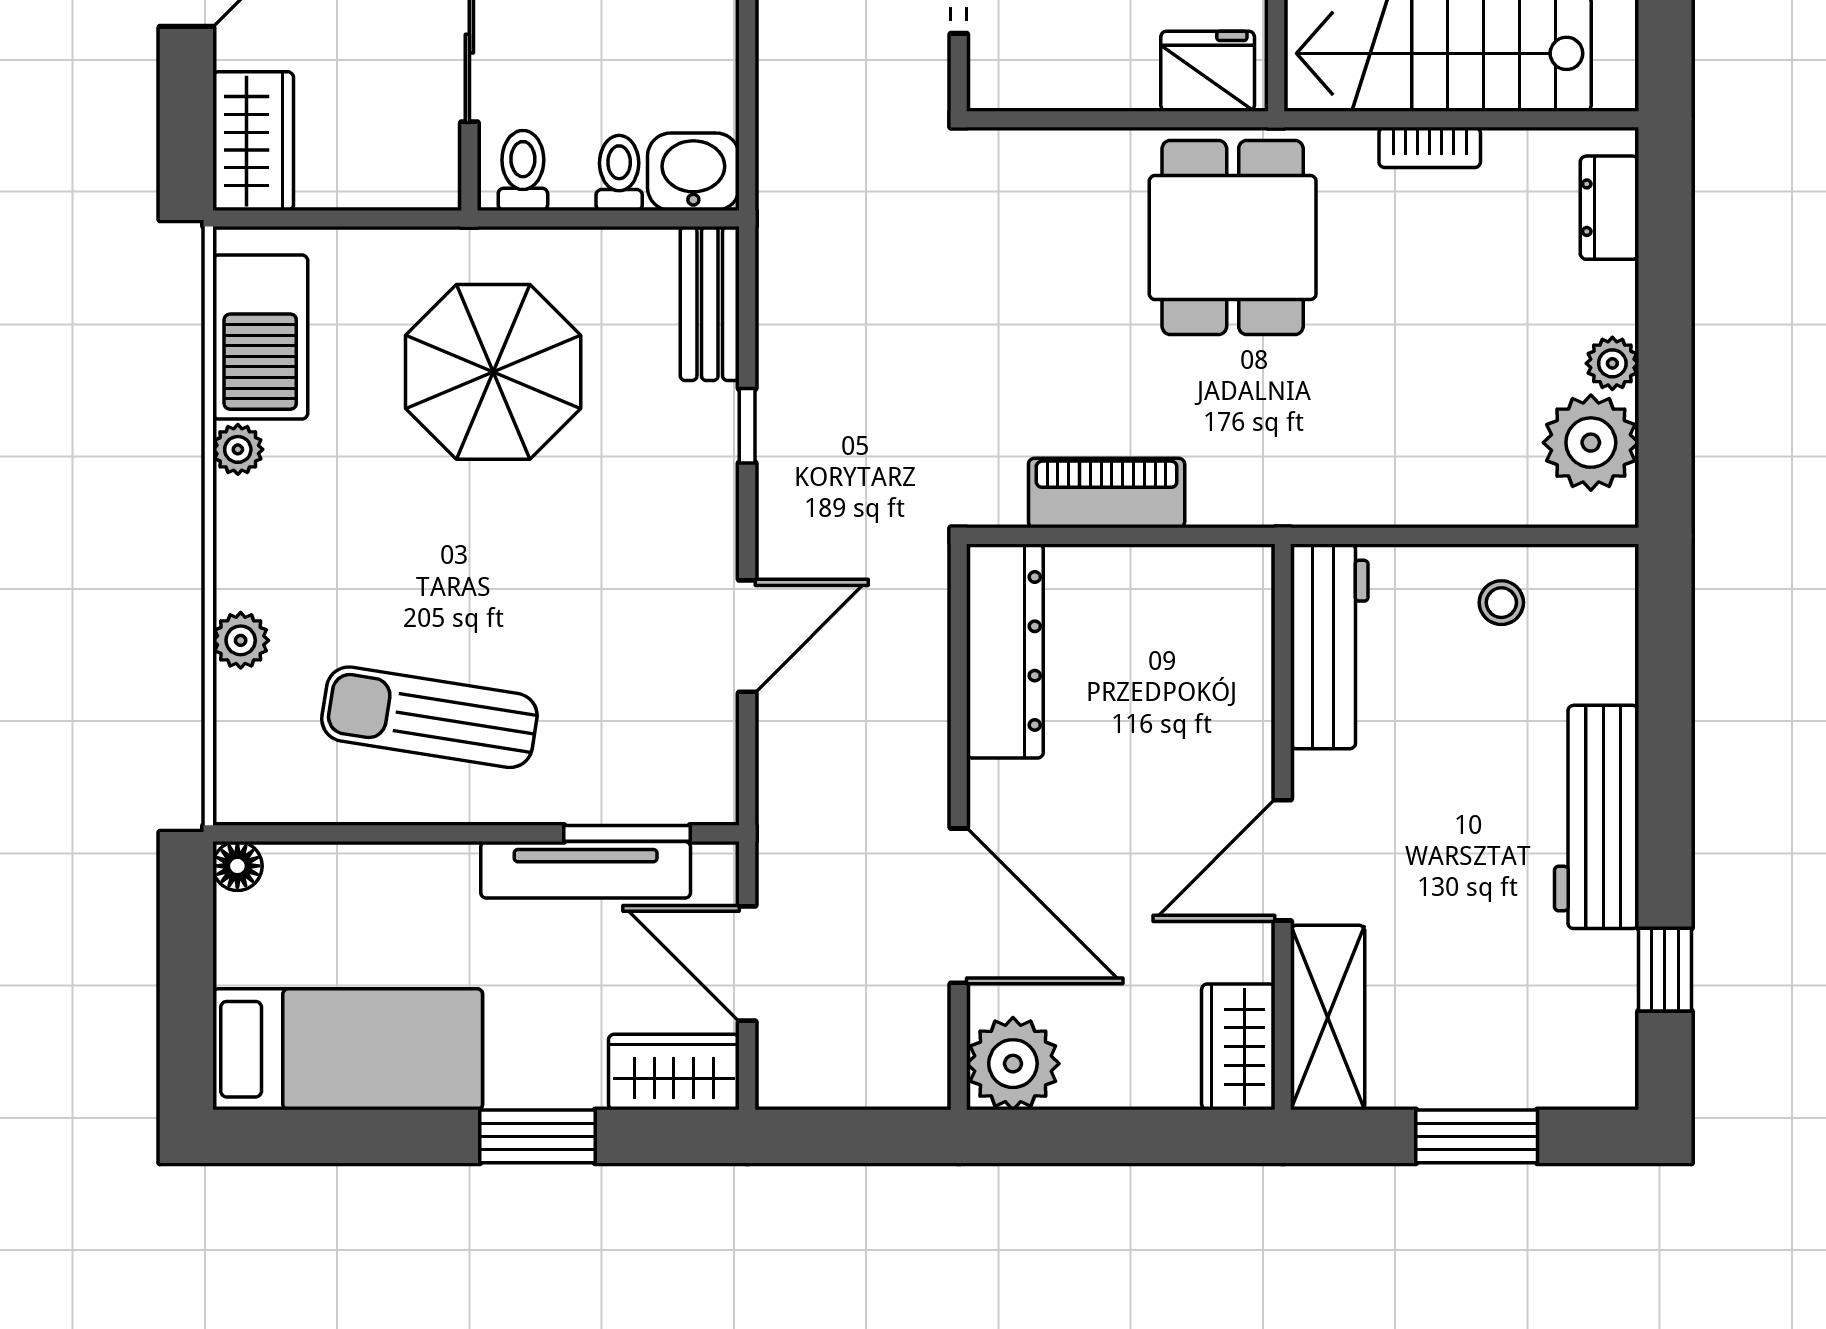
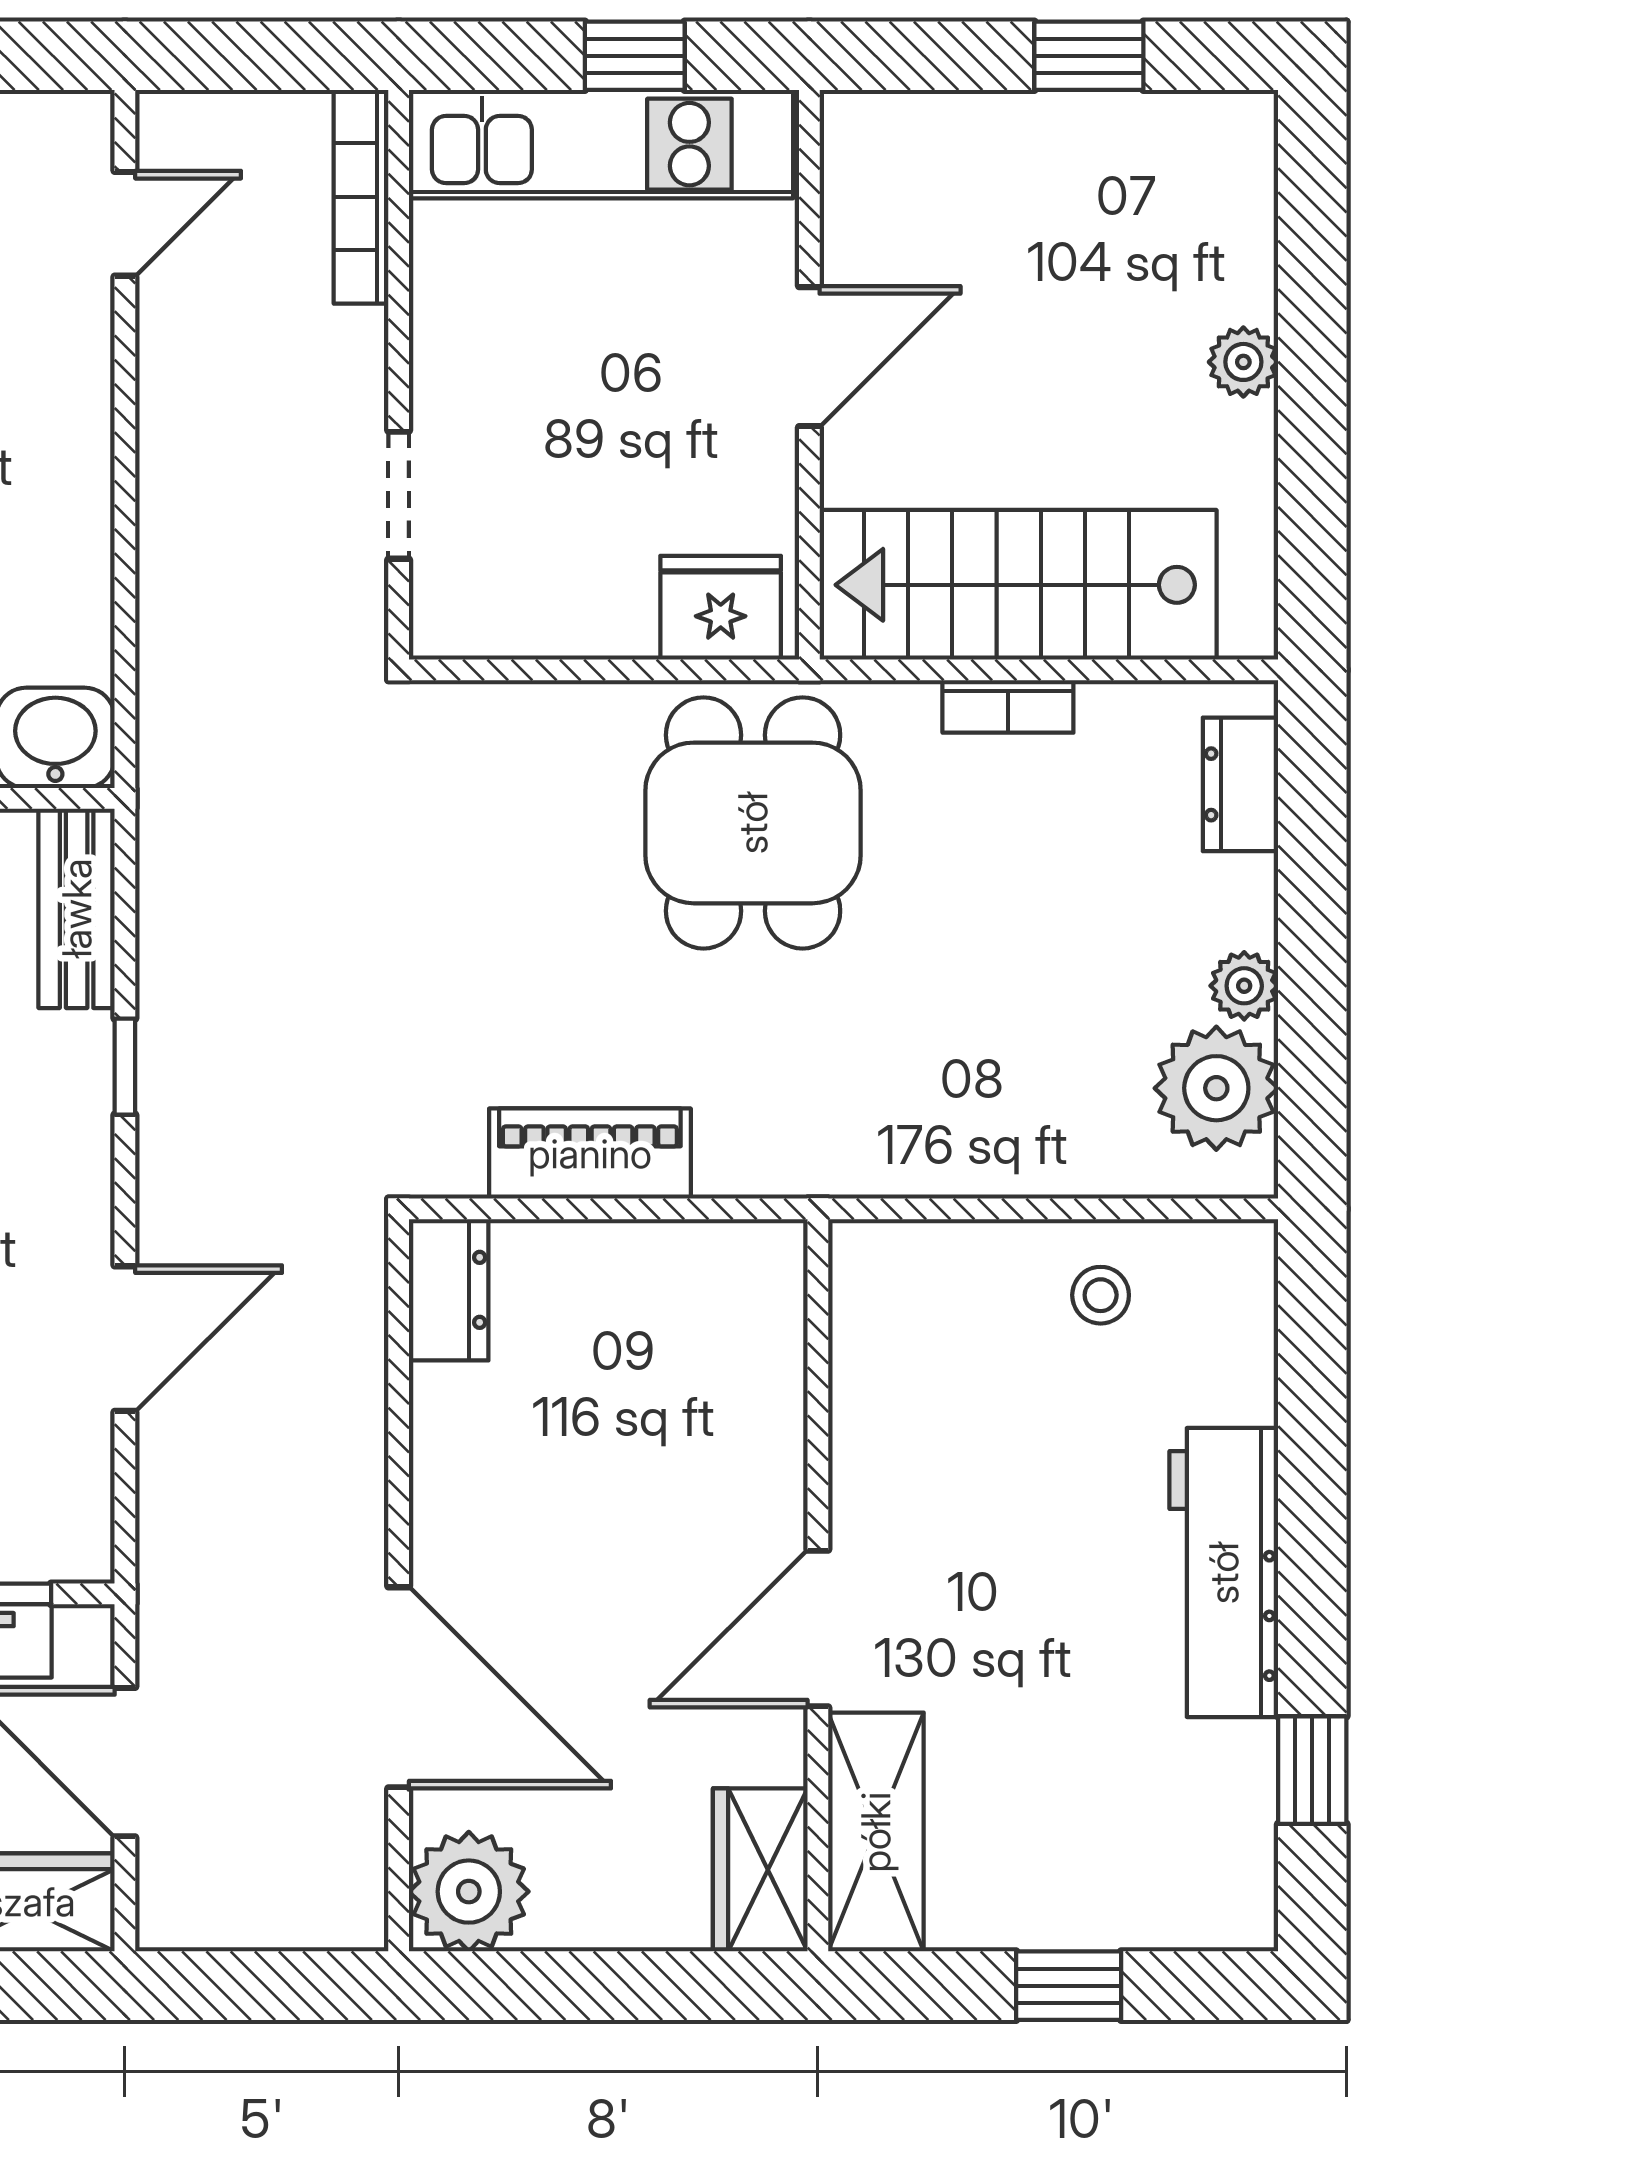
workbench: (1329, 646) -> (878, 1352), removed
dresser: (1005, 651) -> (449, 1290), width x0.51, depth x0.80
window: (1477, 1136) -> (1069, 1986), width x0.67

